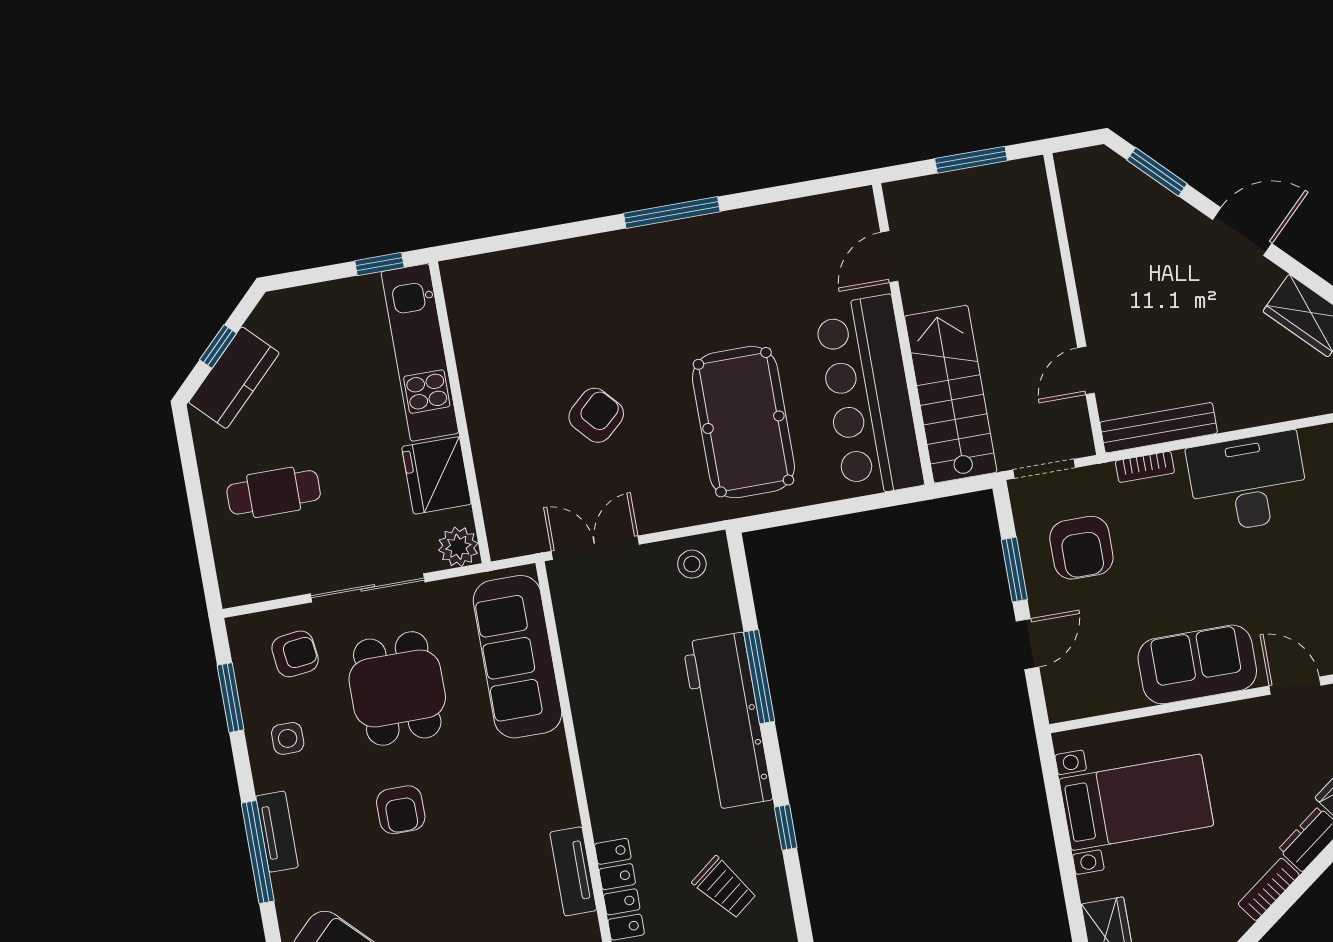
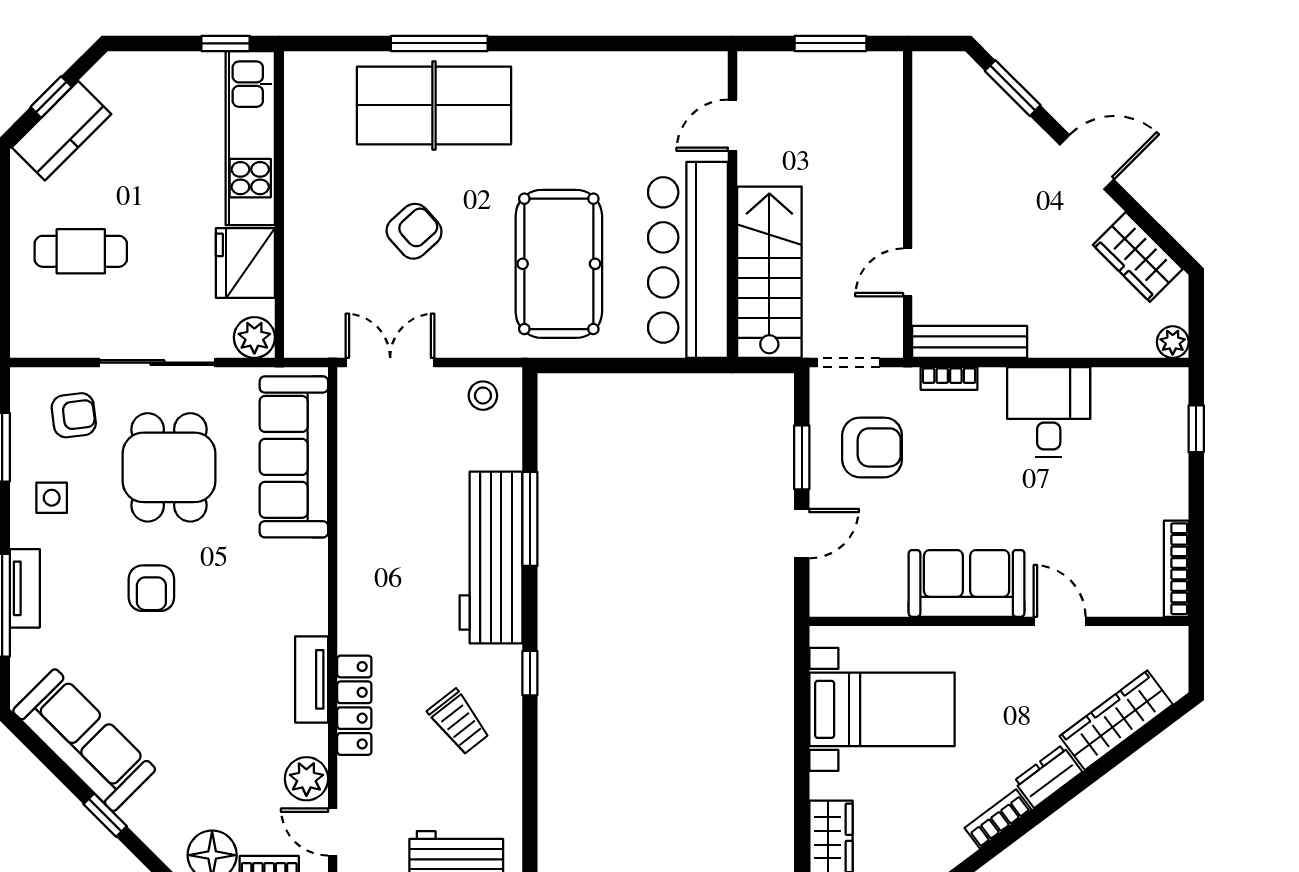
window: (672, 213) -> (439, 43), moved
table tennis table: (594, 289) -> (434, 105), added
desk: (1248, 482) -> (1049, 412), width x0.73
armchair: (1081, 548) -> (872, 447), turned -90

